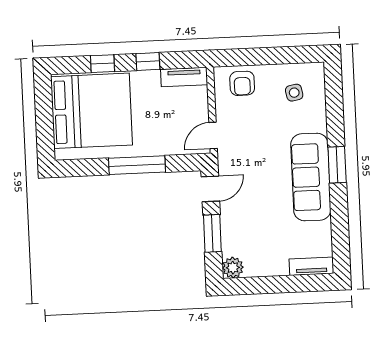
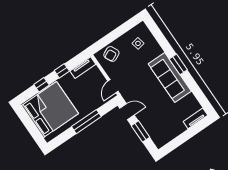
armchair: (242, 83) -> (111, 54), turned 64
door: (210, 189) -> (127, 112), hinge flipped
plant: (233, 268) -> (160, 141), removed

